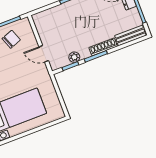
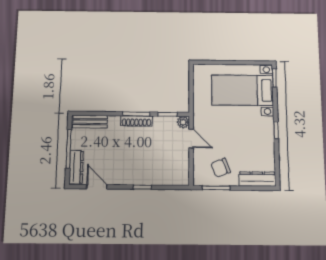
shoe rack: (103, 47) -> (137, 121), moved
plant: (74, 57) -> (183, 122), moved

